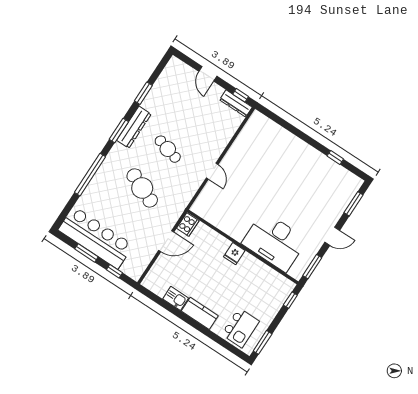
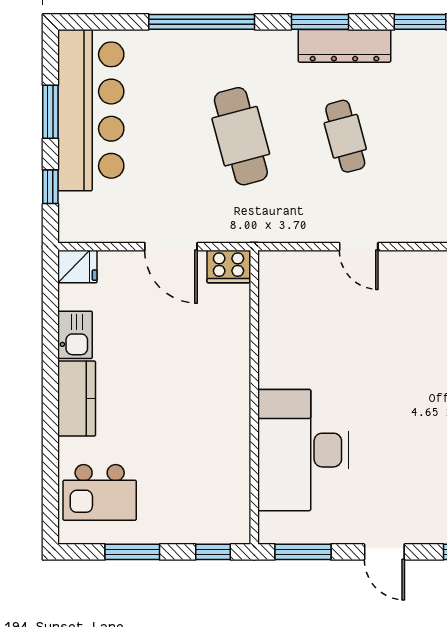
cafe table: (168, 149) -> (345, 136), turned -30
door: (212, 171) -> (359, 247), hinge flipped
cafe table: (142, 188) -> (241, 136), turned -39
fridge: (234, 254) -> (77, 267), moved, turned 180
window: (263, 342) -> (132, 552), moved

